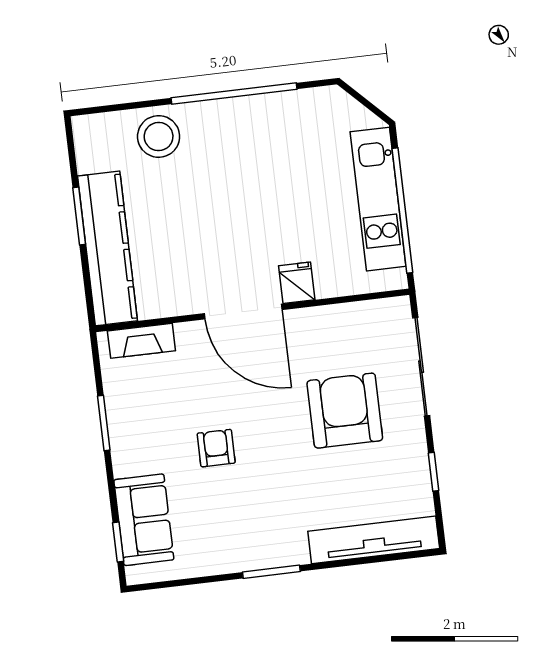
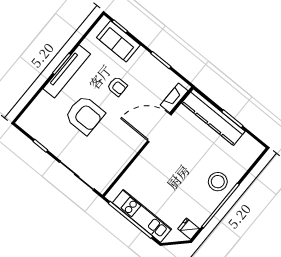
stool: (159, 136) -> (218, 182), moved
fridge: (297, 283) -> (189, 229), moved, turned 180
door: (243, 312) -> (159, 128), moved
armchair: (345, 411) -> (85, 115), moved
tv unit: (374, 540) -> (67, 71), moved

